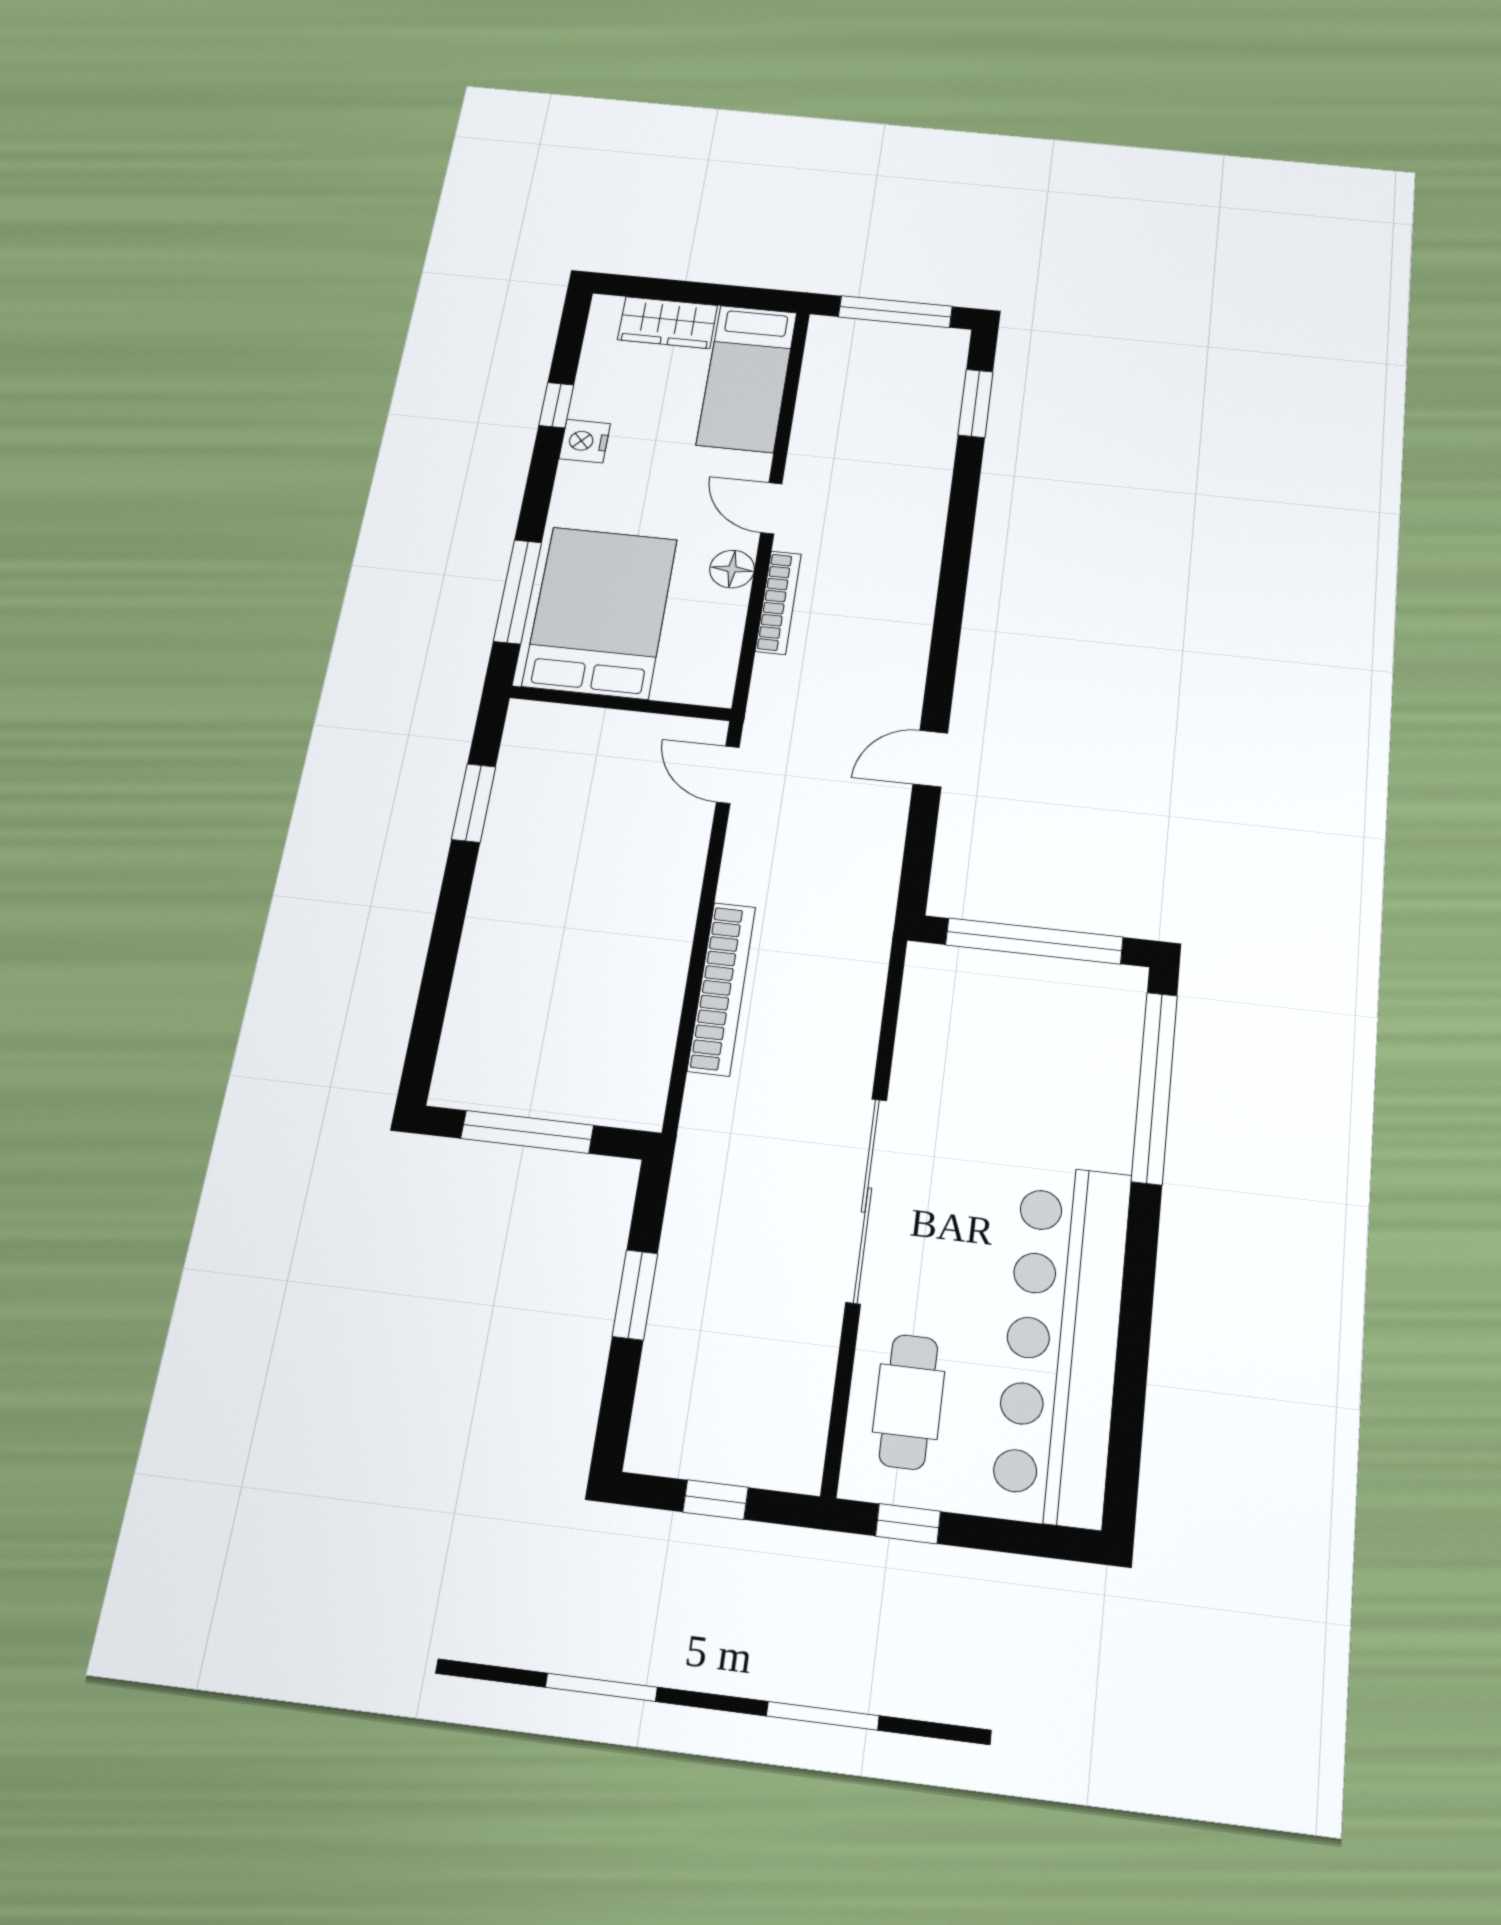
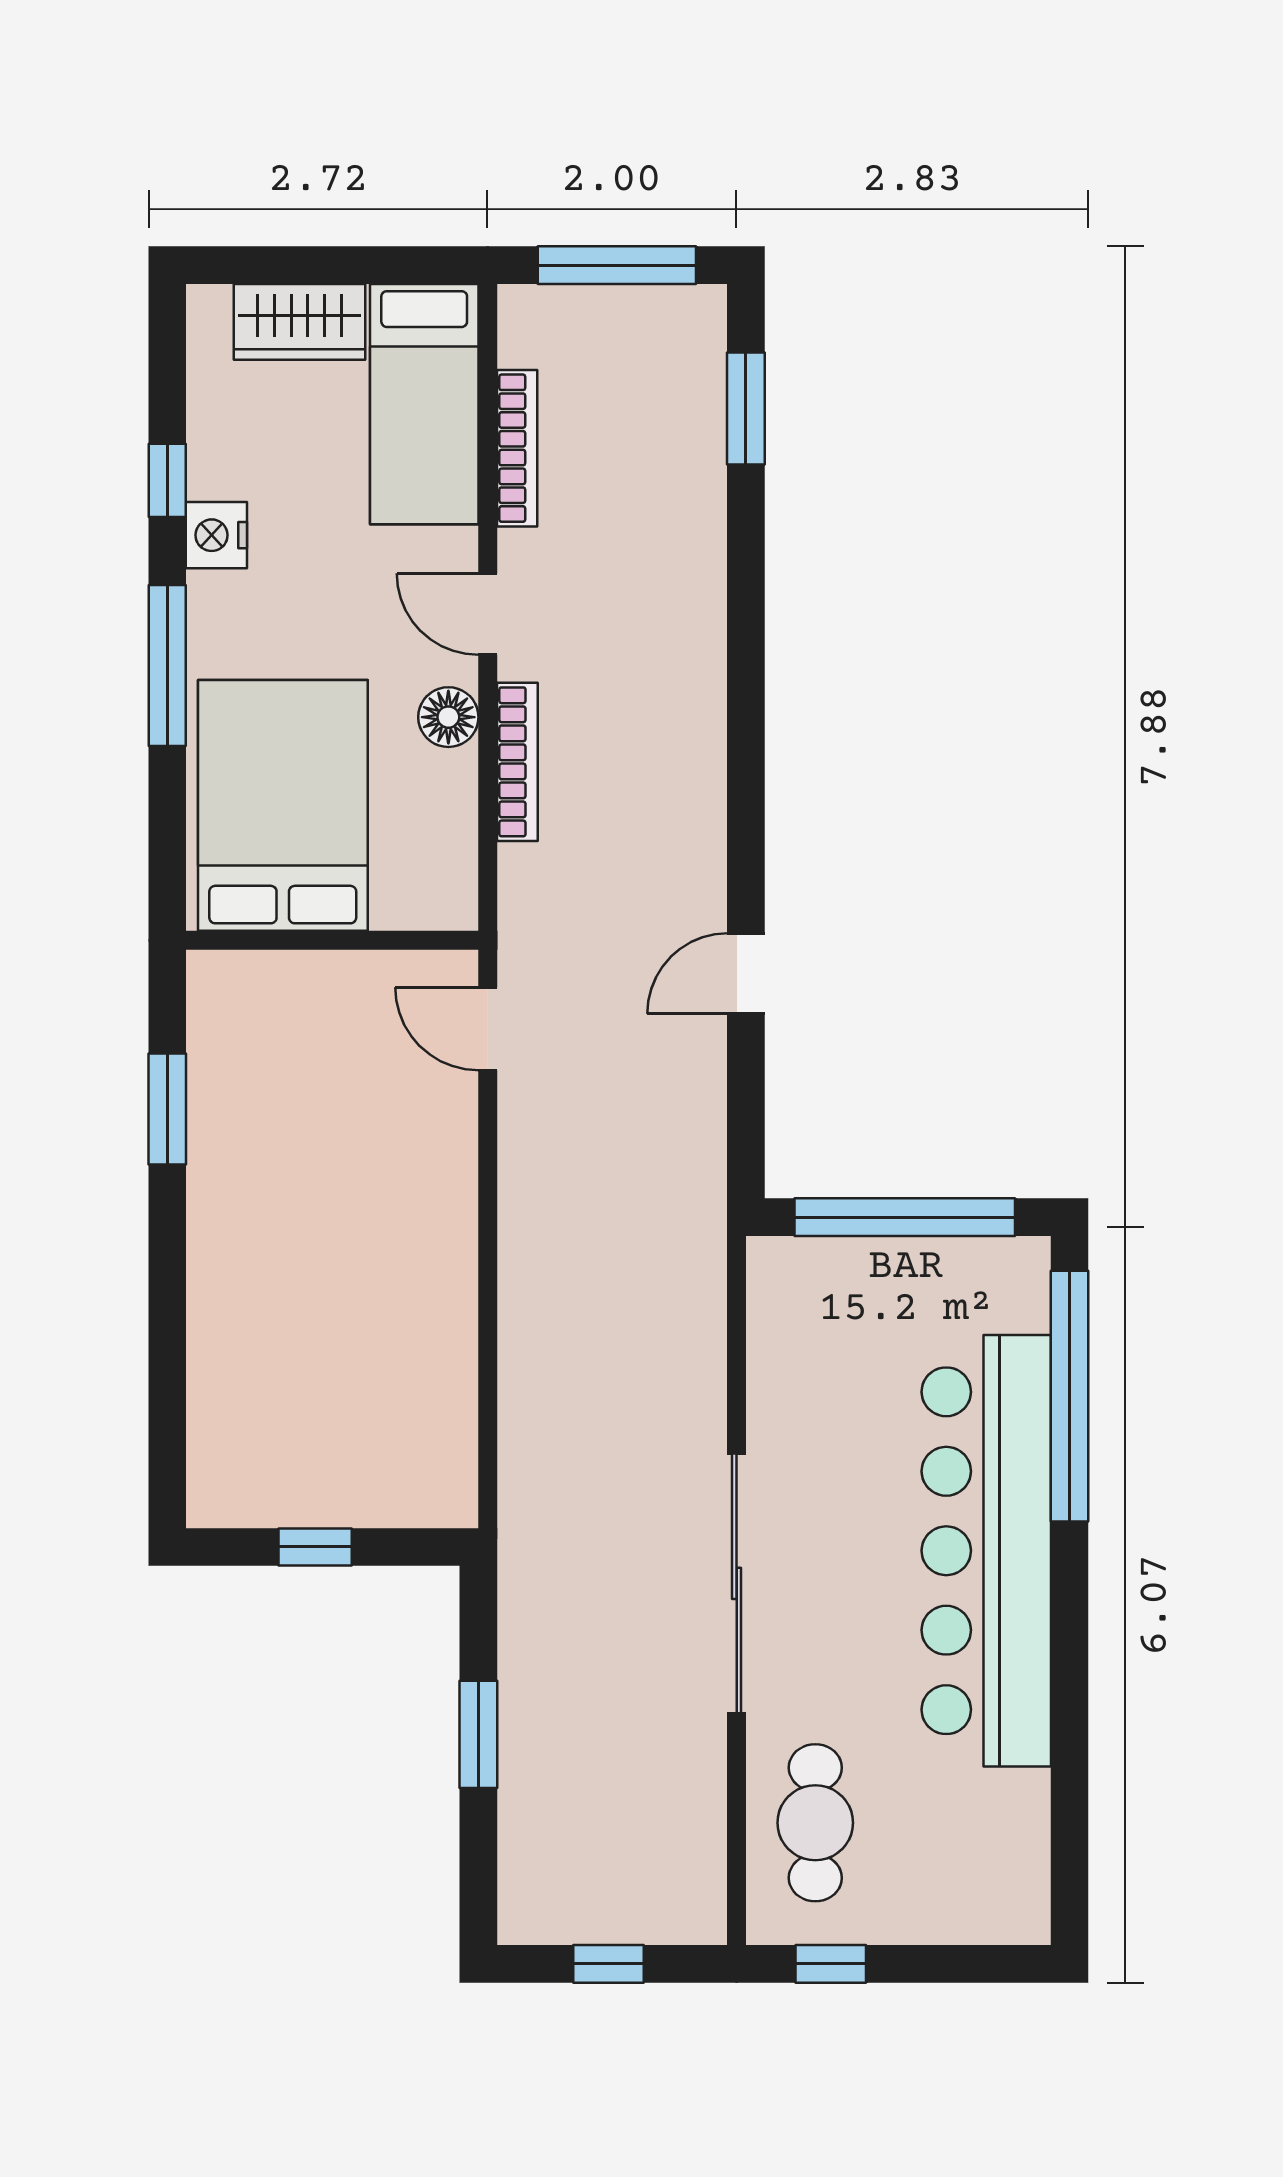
window: (518, 592) -> (167, 666), moved
bookcase: (722, 988) -> (517, 448), moved, width x0.68, depth x0.76
window: (527, 1132) -> (315, 1547), width x0.46
bar counter: (1062, 1342) -> (986, 1551), moved

